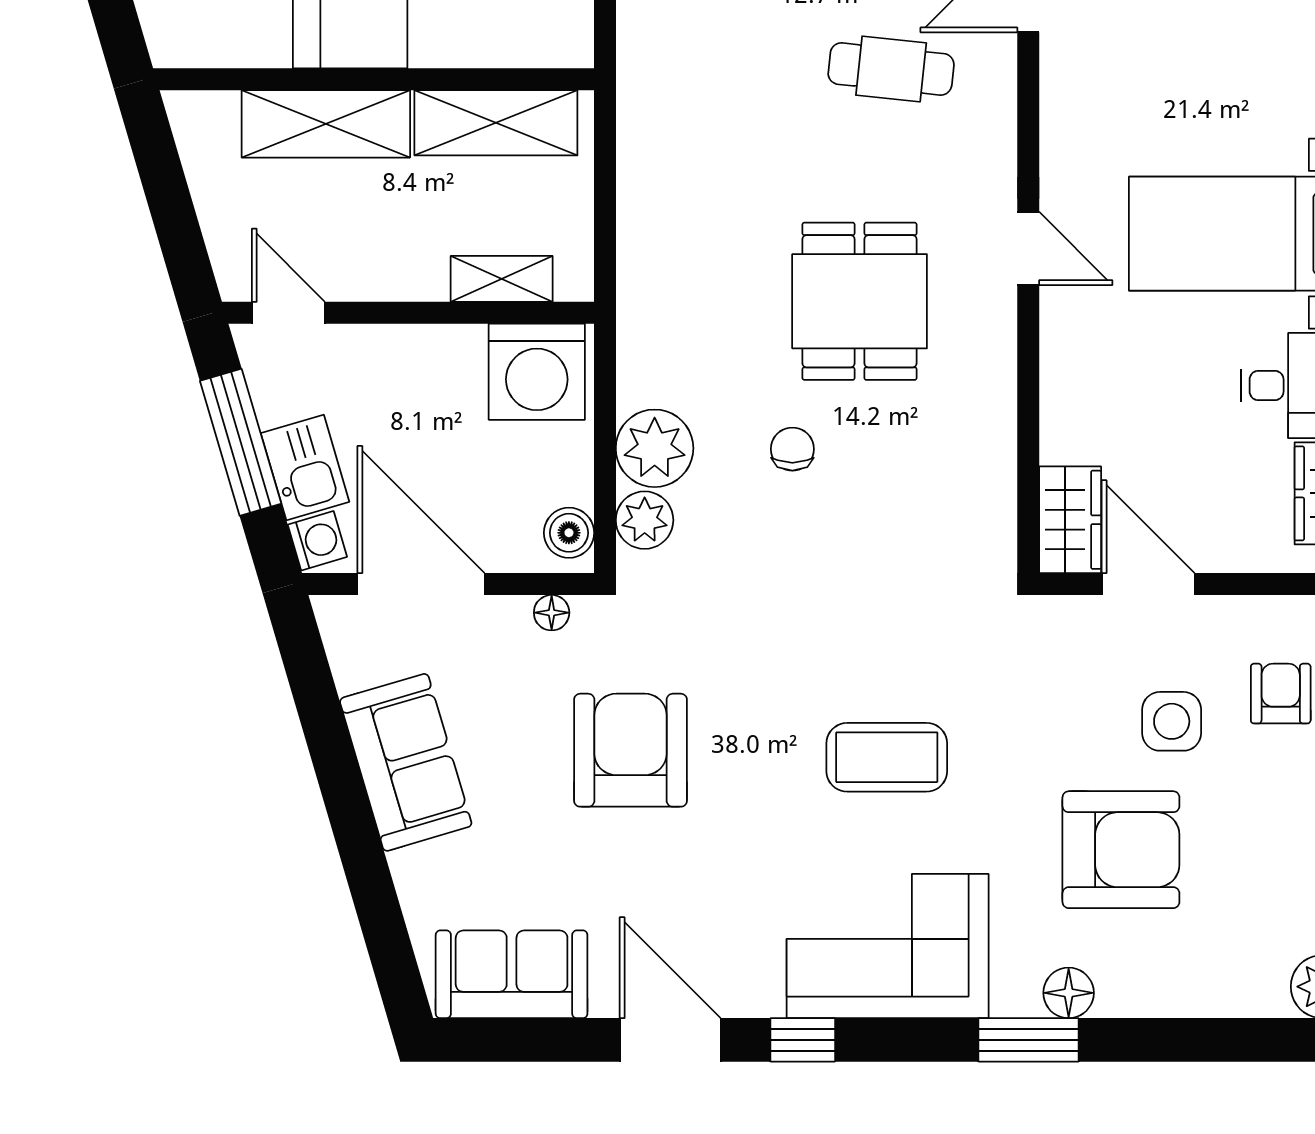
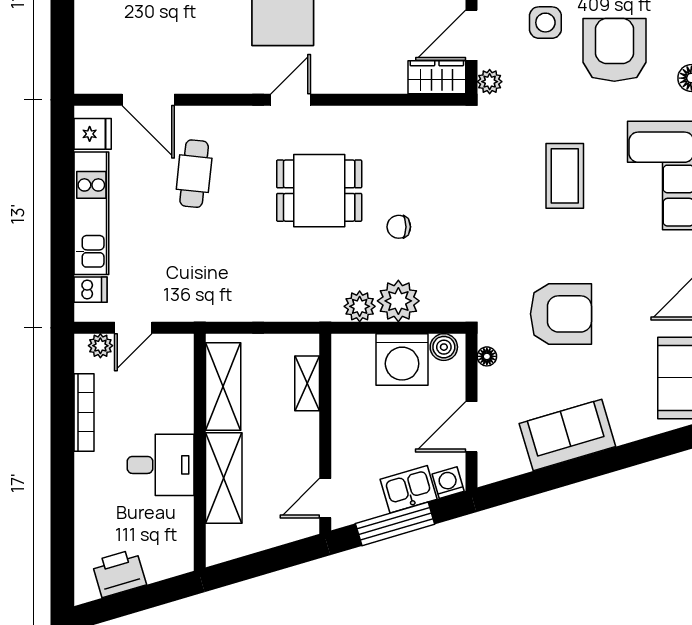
washing machine: (537, 372) -> (402, 359), moved, turned 90
plant: (645, 520) -> (360, 306), moved
door: (421, 584) -> (471, 427), width x0.73
plant: (1062, 618) -> (490, 82), added
armchair: (630, 750) -> (561, 314), turned 180

